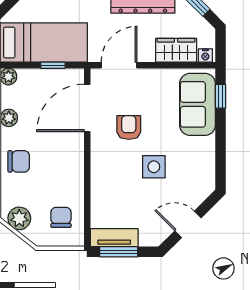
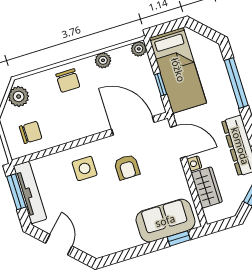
nightstand: (205, 55) -> (194, 163), moved
armchair: (129, 128) -> (127, 167), turned 90
side table: (154, 167) -> (85, 168), moved
tv unit: (114, 238) -> (30, 193), width x1.41

